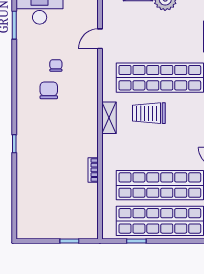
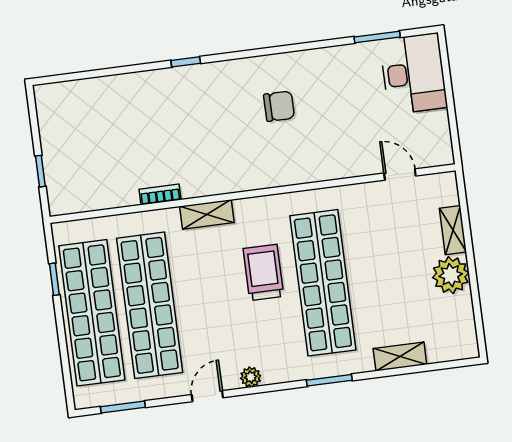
door: (100, 39) -> (400, 174), moved
chair: (56, 65) -> (321, 112), removed
shelving: (109, 118) -> (207, 214), moved

